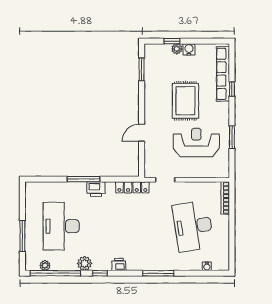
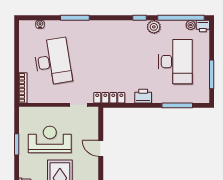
door: (142, 133) -> (101, 148), swing flipped
reception desk: (196, 142) -> (50, 139), turned 180
window: (83, 179) -> (177, 105), moved
window: (22, 236) -> (212, 74), moved
printer: (119, 264) -> (203, 26), moved
window: (158, 273) -> (75, 18), moved

